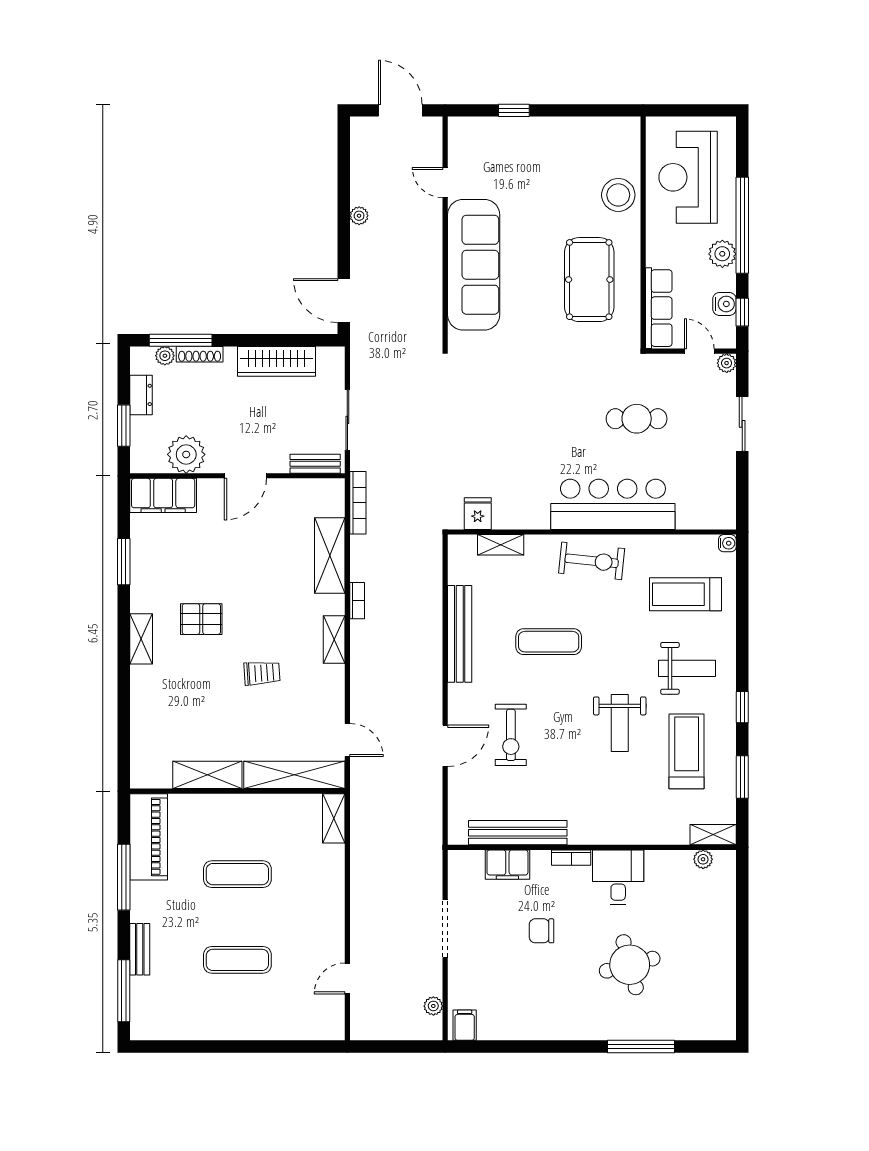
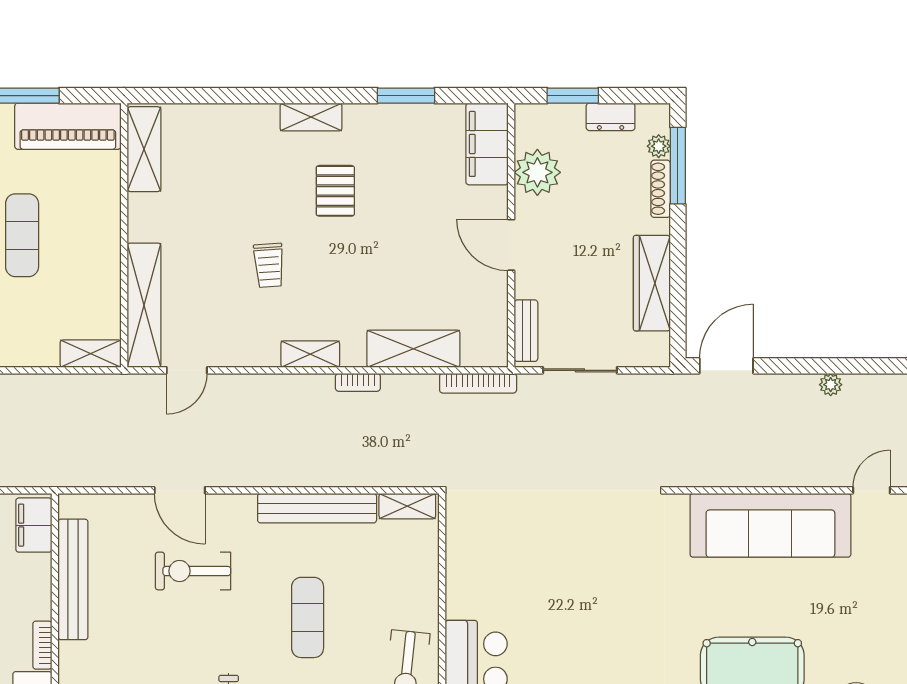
fridge: (478, 514) -> (465, 530), removed
shelving: (501, 545) -> (407, 506), moved, turned 90
shelving: (207, 775) -> (144, 149), moved
filing cabinet: (507, 865) -> (34, 525), moved

